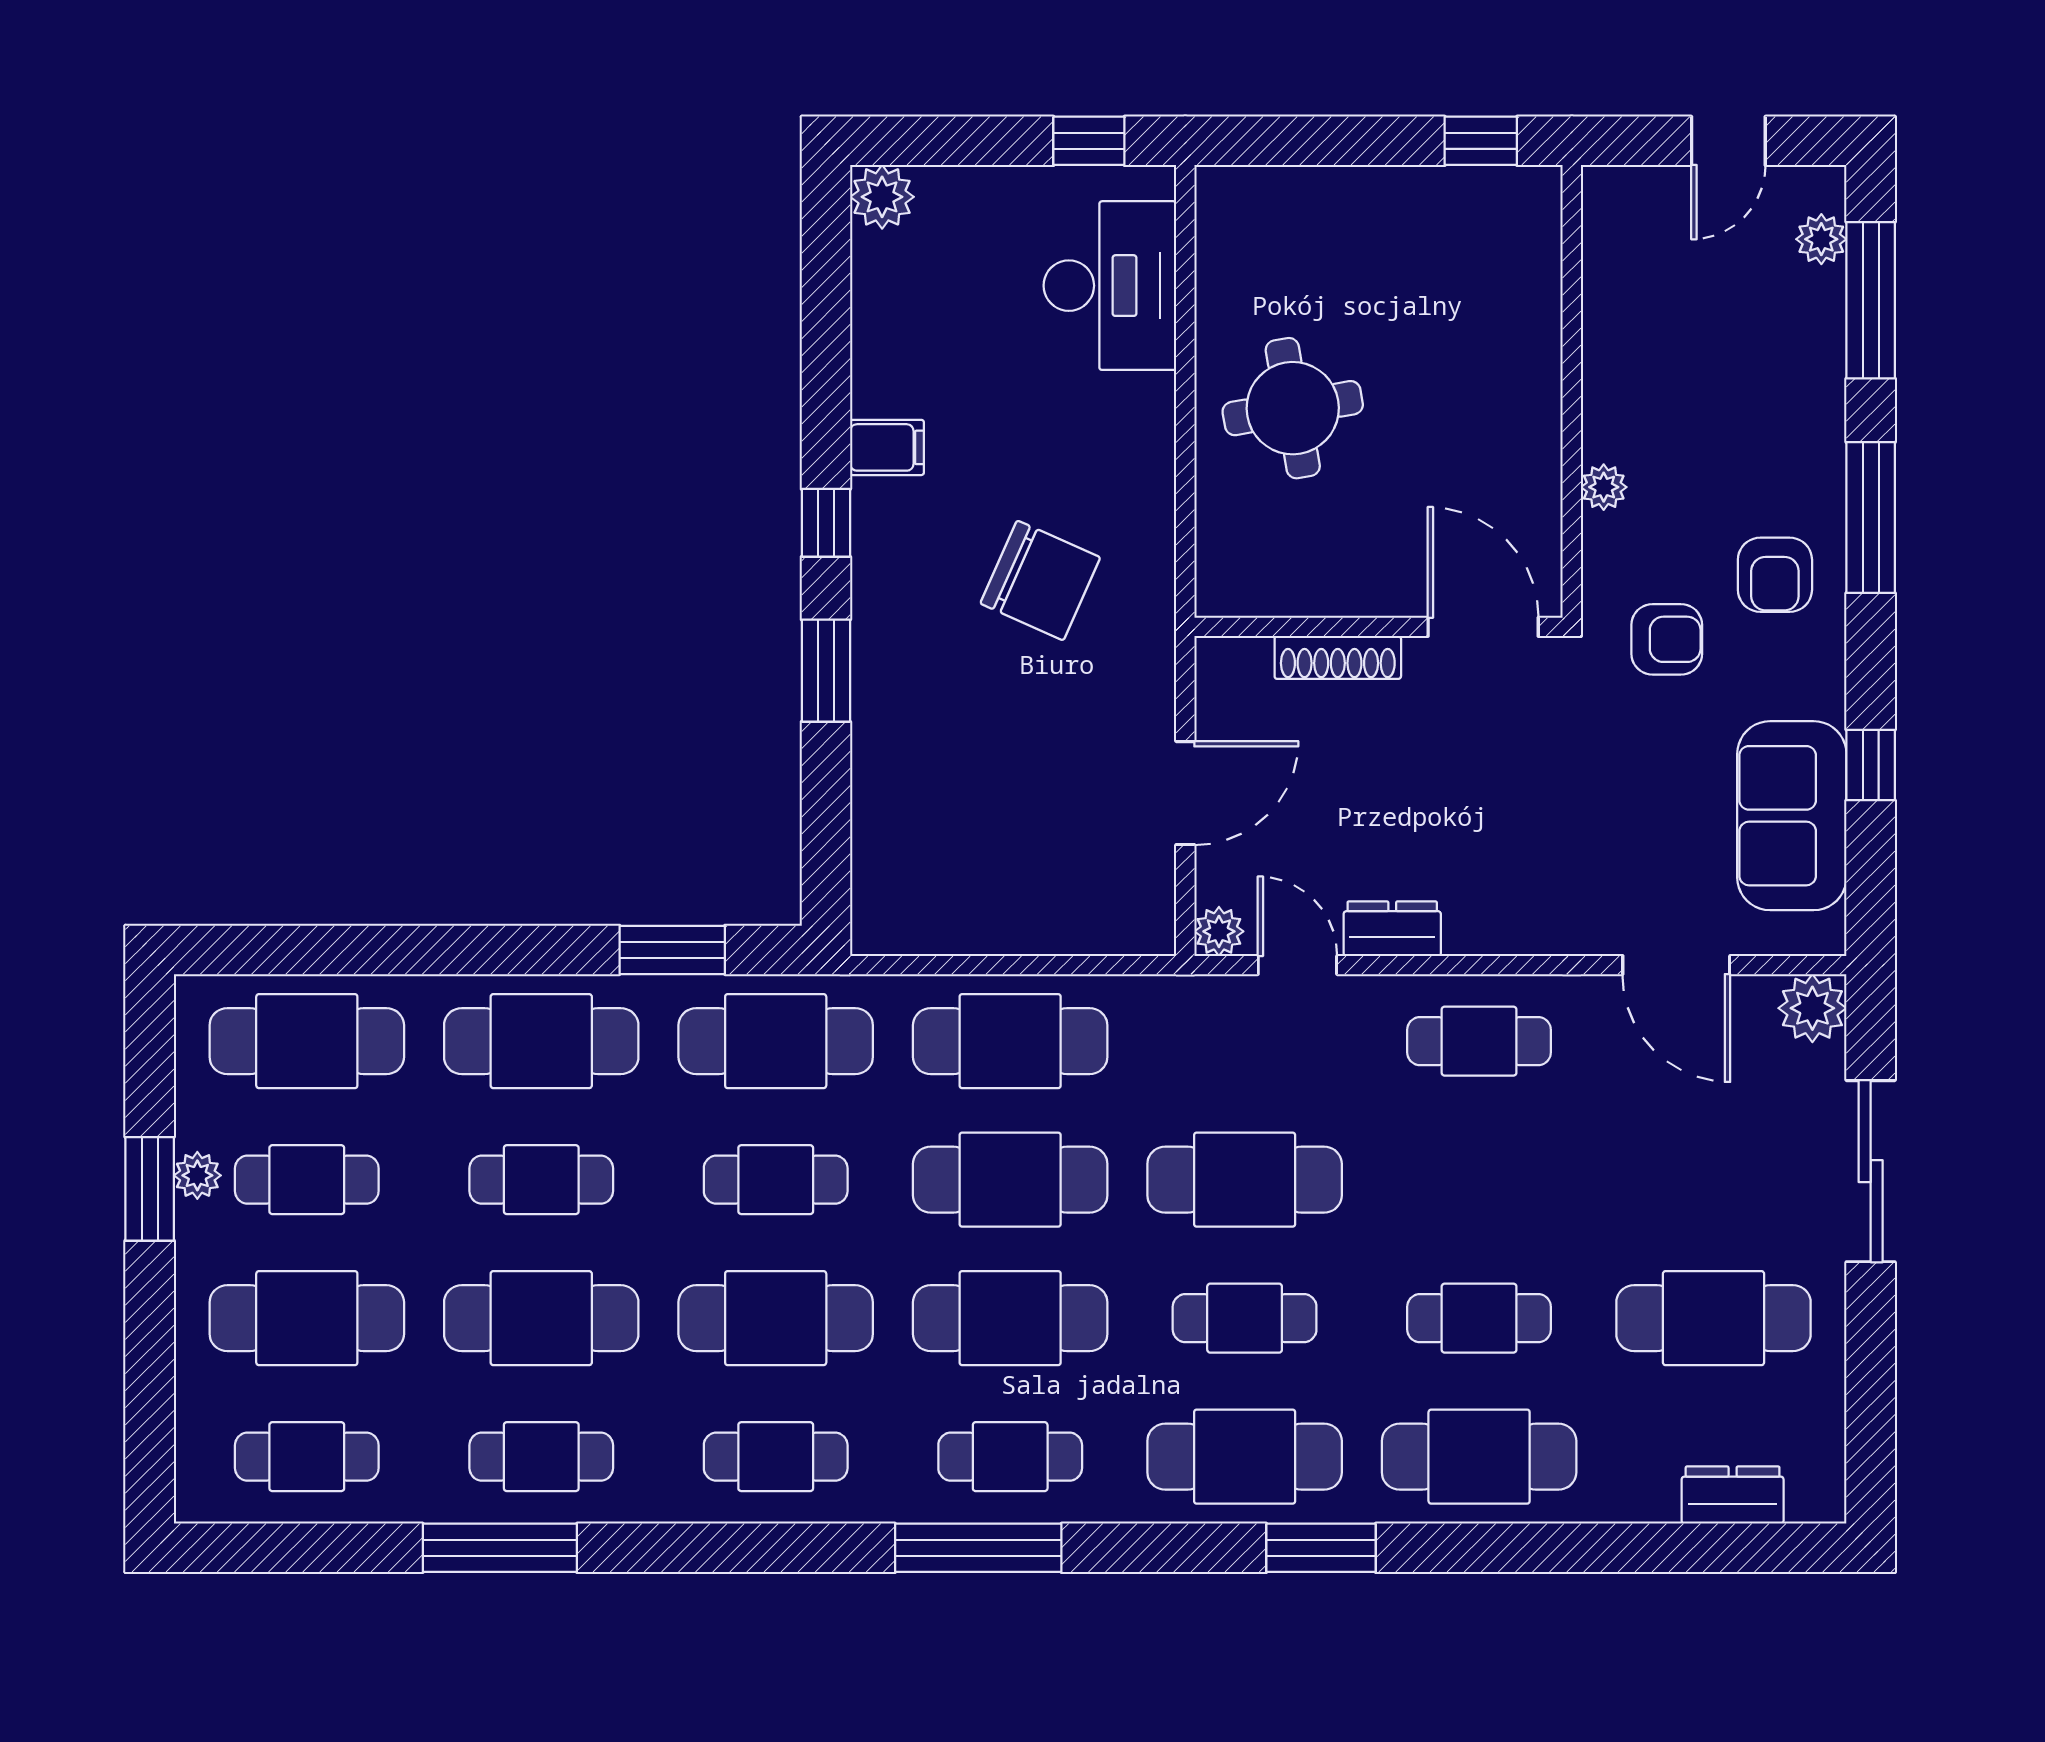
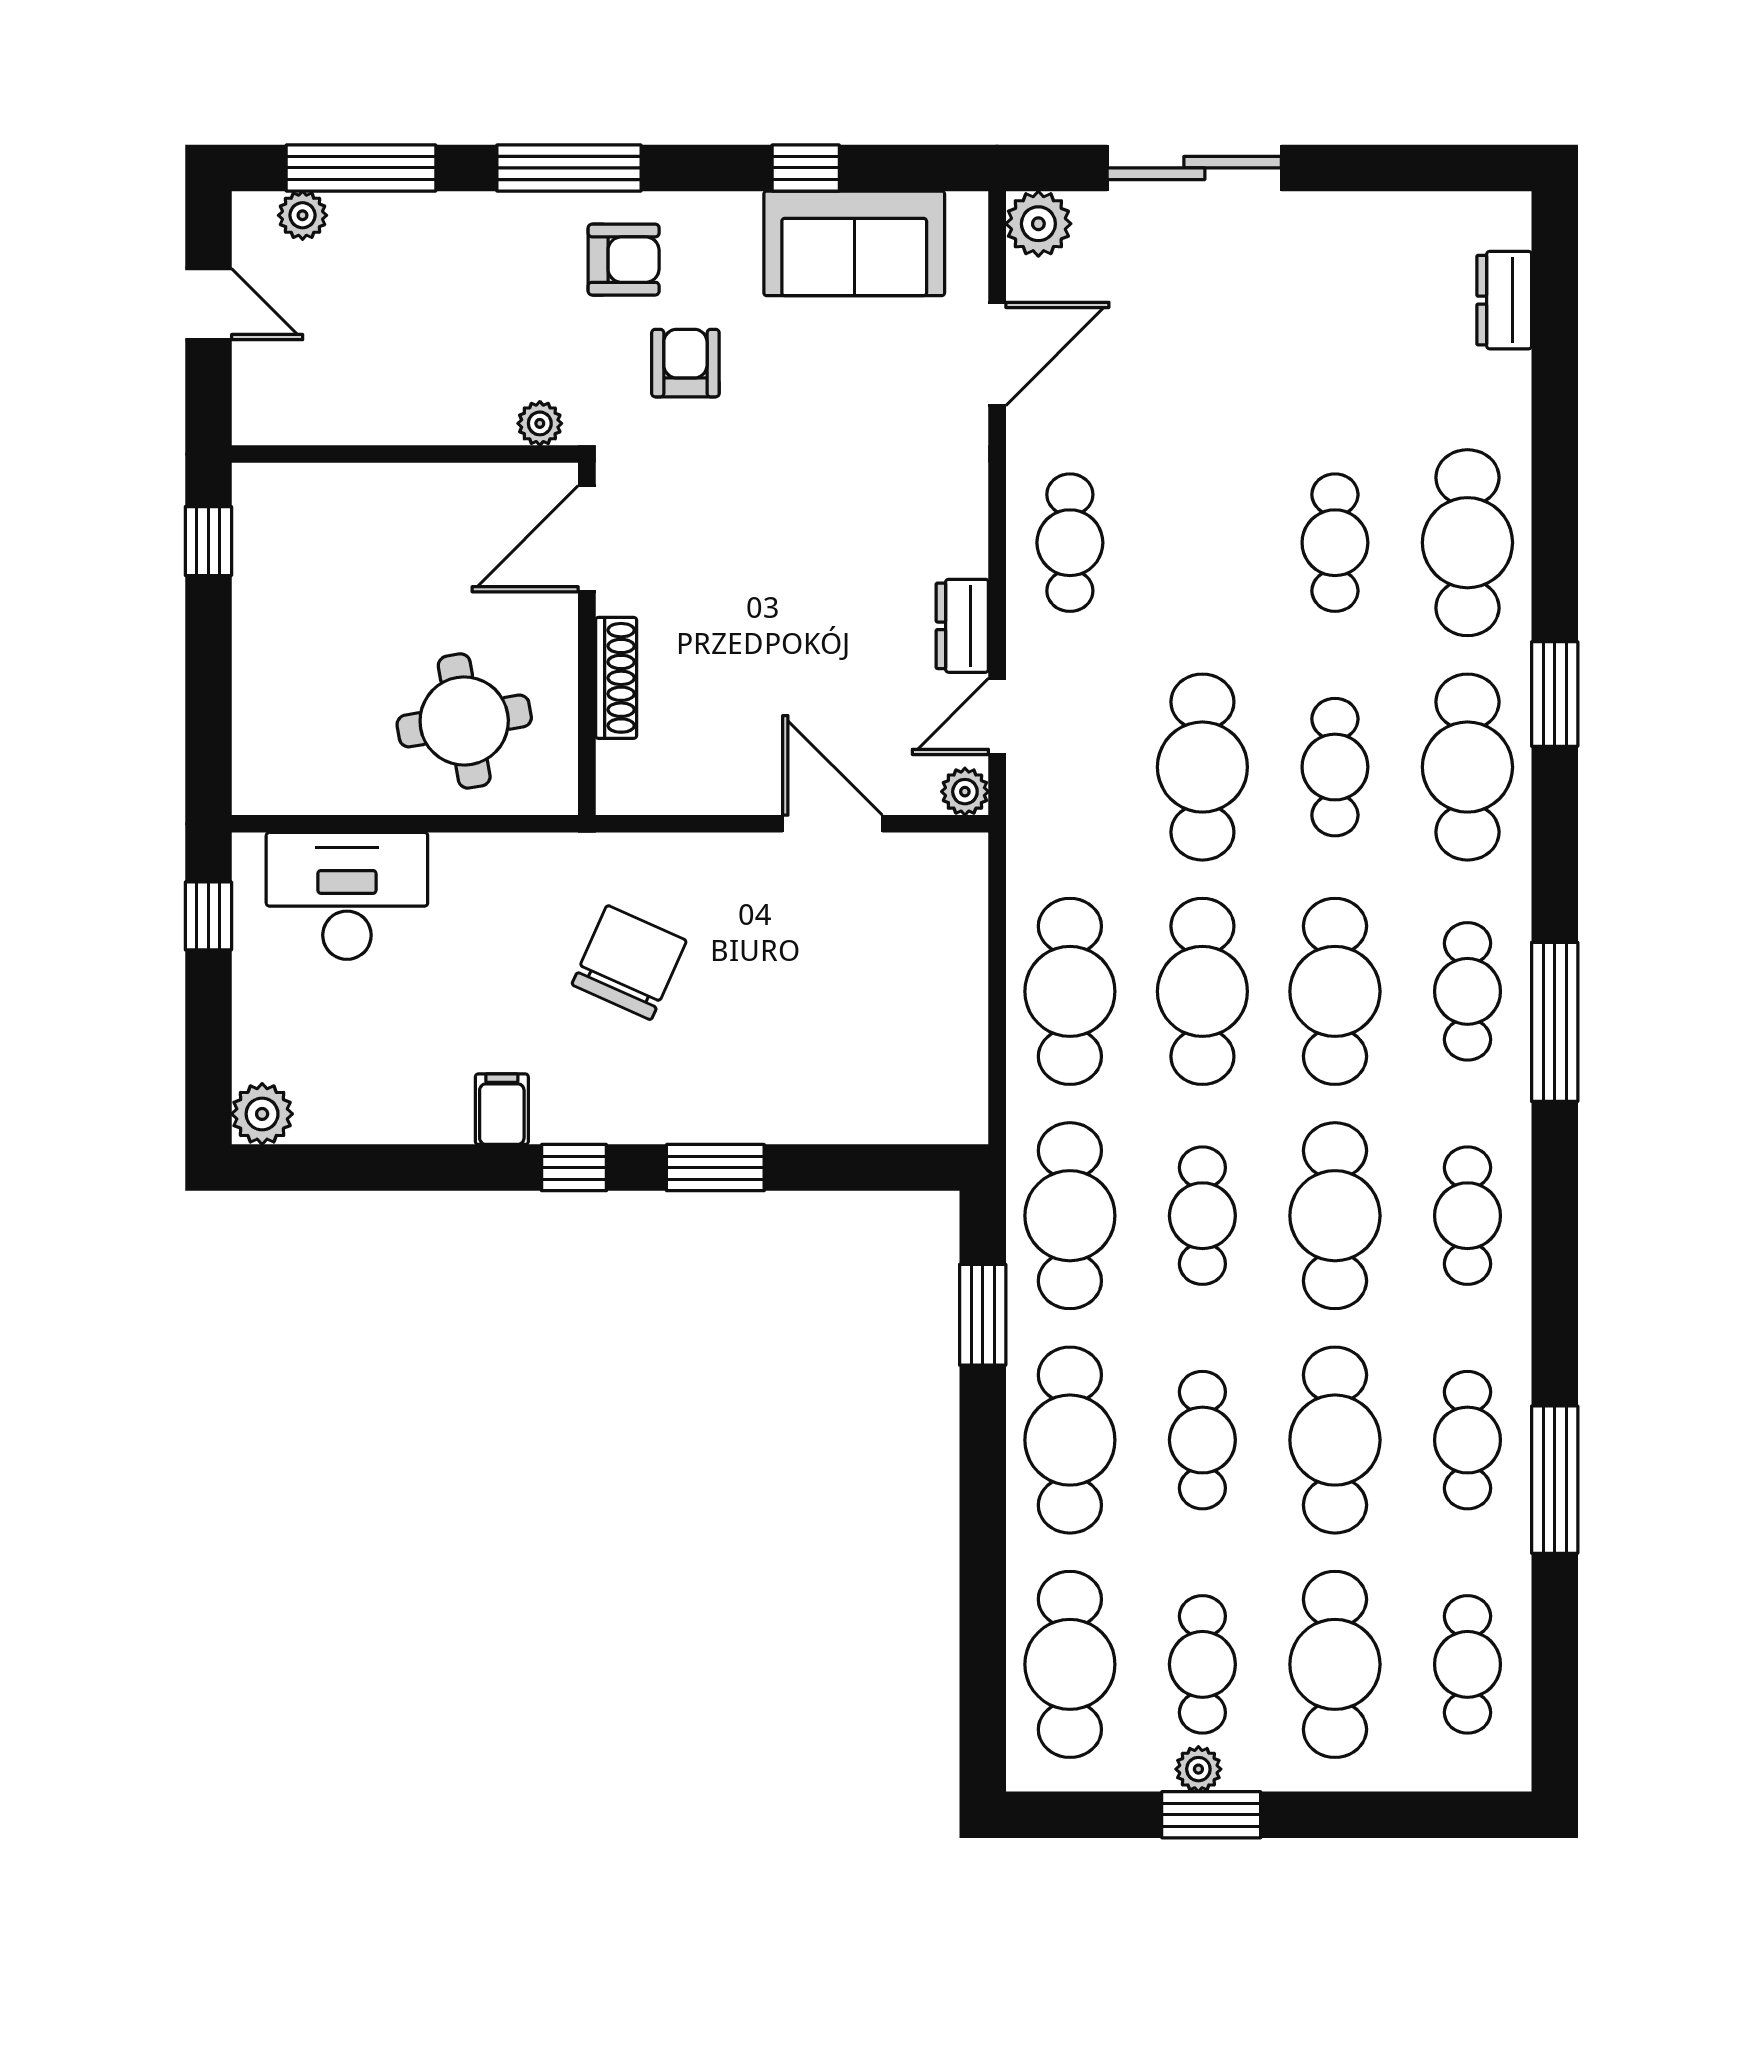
wall: (1379, 627) -> (587, 639), moved
door: (1483, 627) -> (587, 539), moved
shoe rack: (1338, 657) -> (616, 678), moved
cafe table: (1713, 1318) -> (1335, 318), removed

